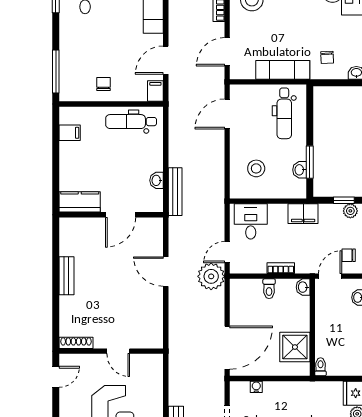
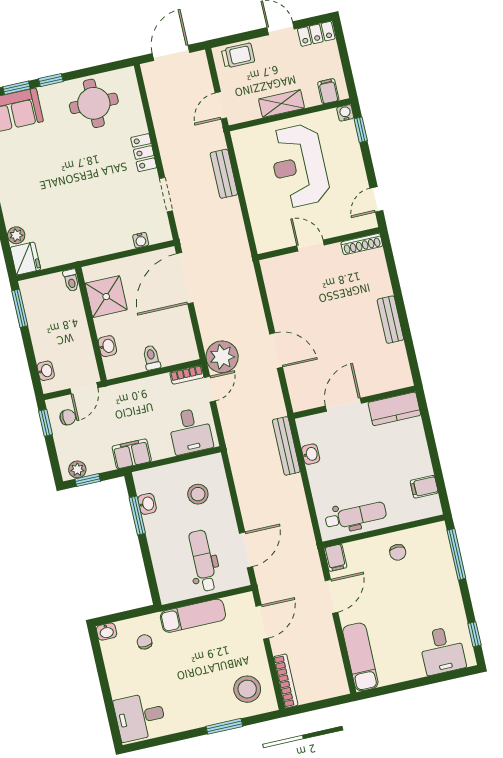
dental chair: (284, 113) -> (203, 561), moved
bookcase: (281, 268) -> (187, 375), moved
washbasin: (303, 287) -> (107, 346), moved

